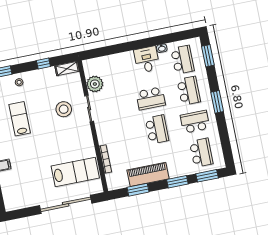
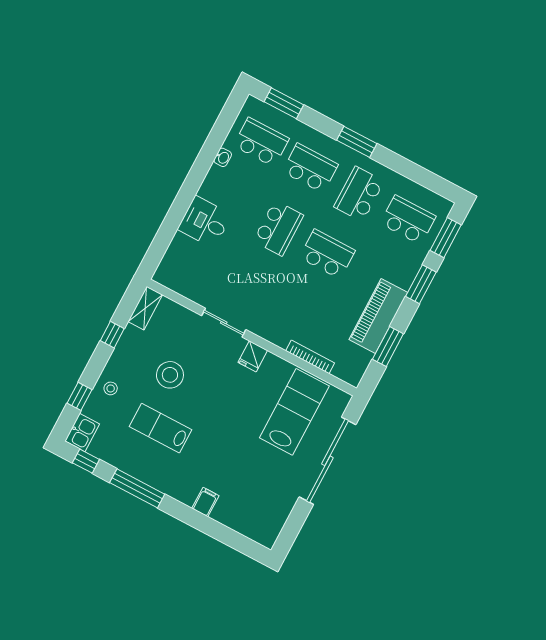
desk: (147, 60) -> (205, 222), moved
plant: (95, 84) -> (197, 288), removed
stool: (64, 109) -> (170, 375), moved
fridge: (85, 133) -> (253, 356), added

